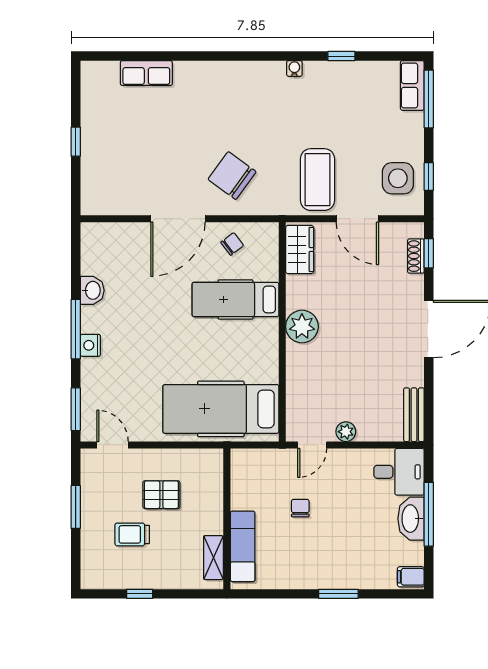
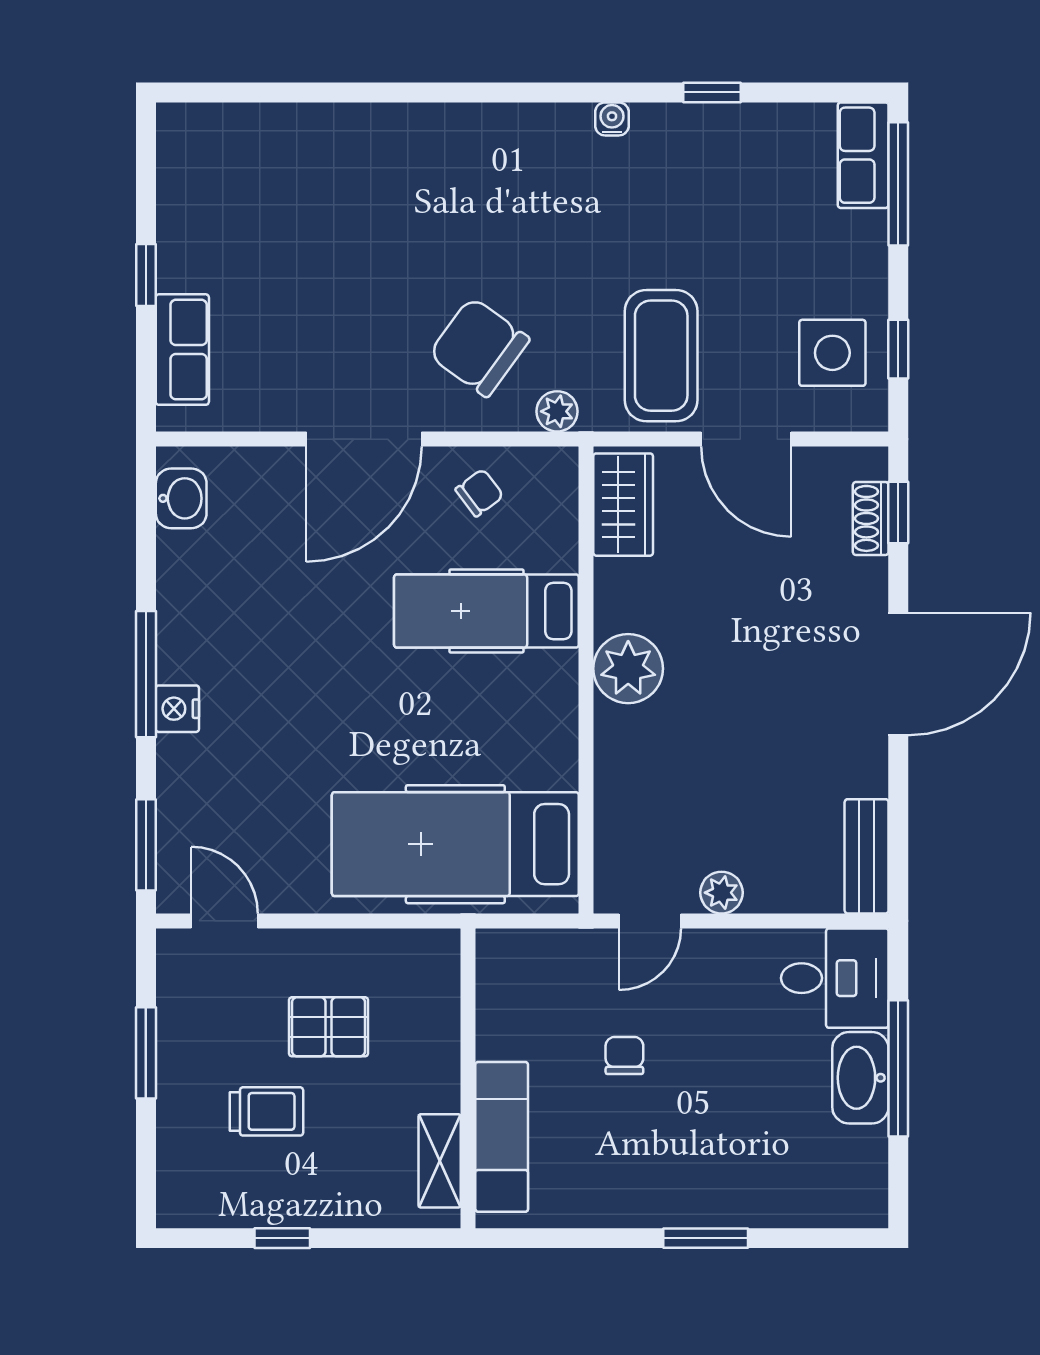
row of seats: (146, 73) -> (182, 350), moved, turned -90
plant: (269, 206) -> (557, 411), added
washbasin: (92, 290) -> (181, 498), moved
trolley: (132, 534) -> (266, 1111), turned 180
filing cabinet: (411, 577) -> (860, 1202), removed

